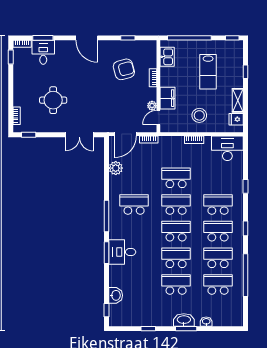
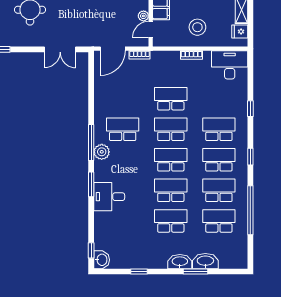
plant: (116, 168) -> (102, 152), moved
desk: (122, 252) -> (109, 197), moved
washbasin: (116, 295) -> (102, 260), moved
washbasin: (206, 322) -> (205, 261), width x1.91, depth x1.45
window: (186, 329) -> (196, 272), moved

